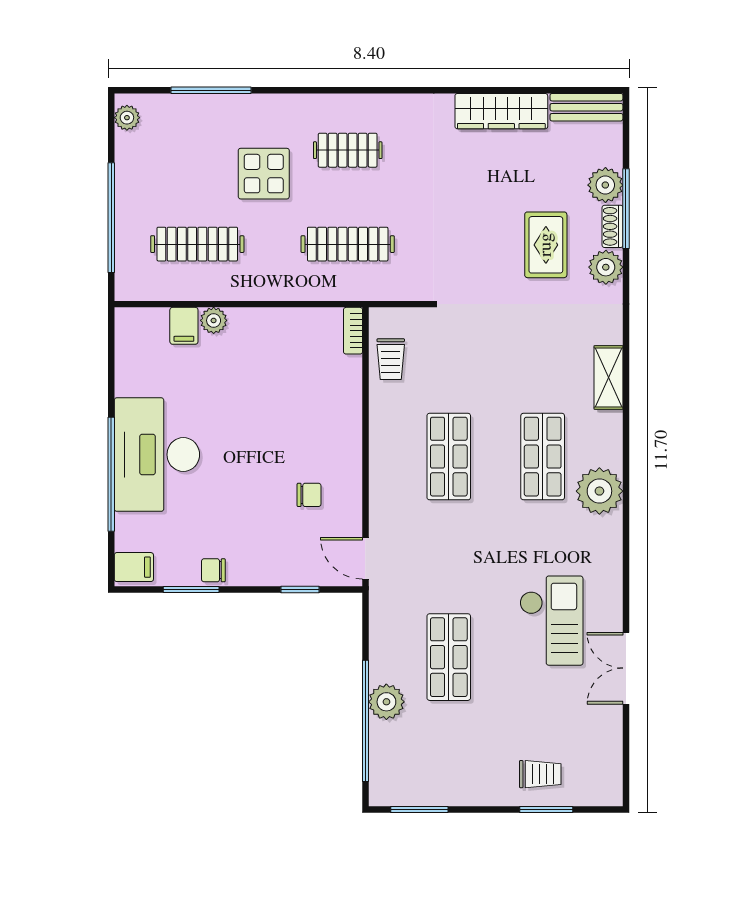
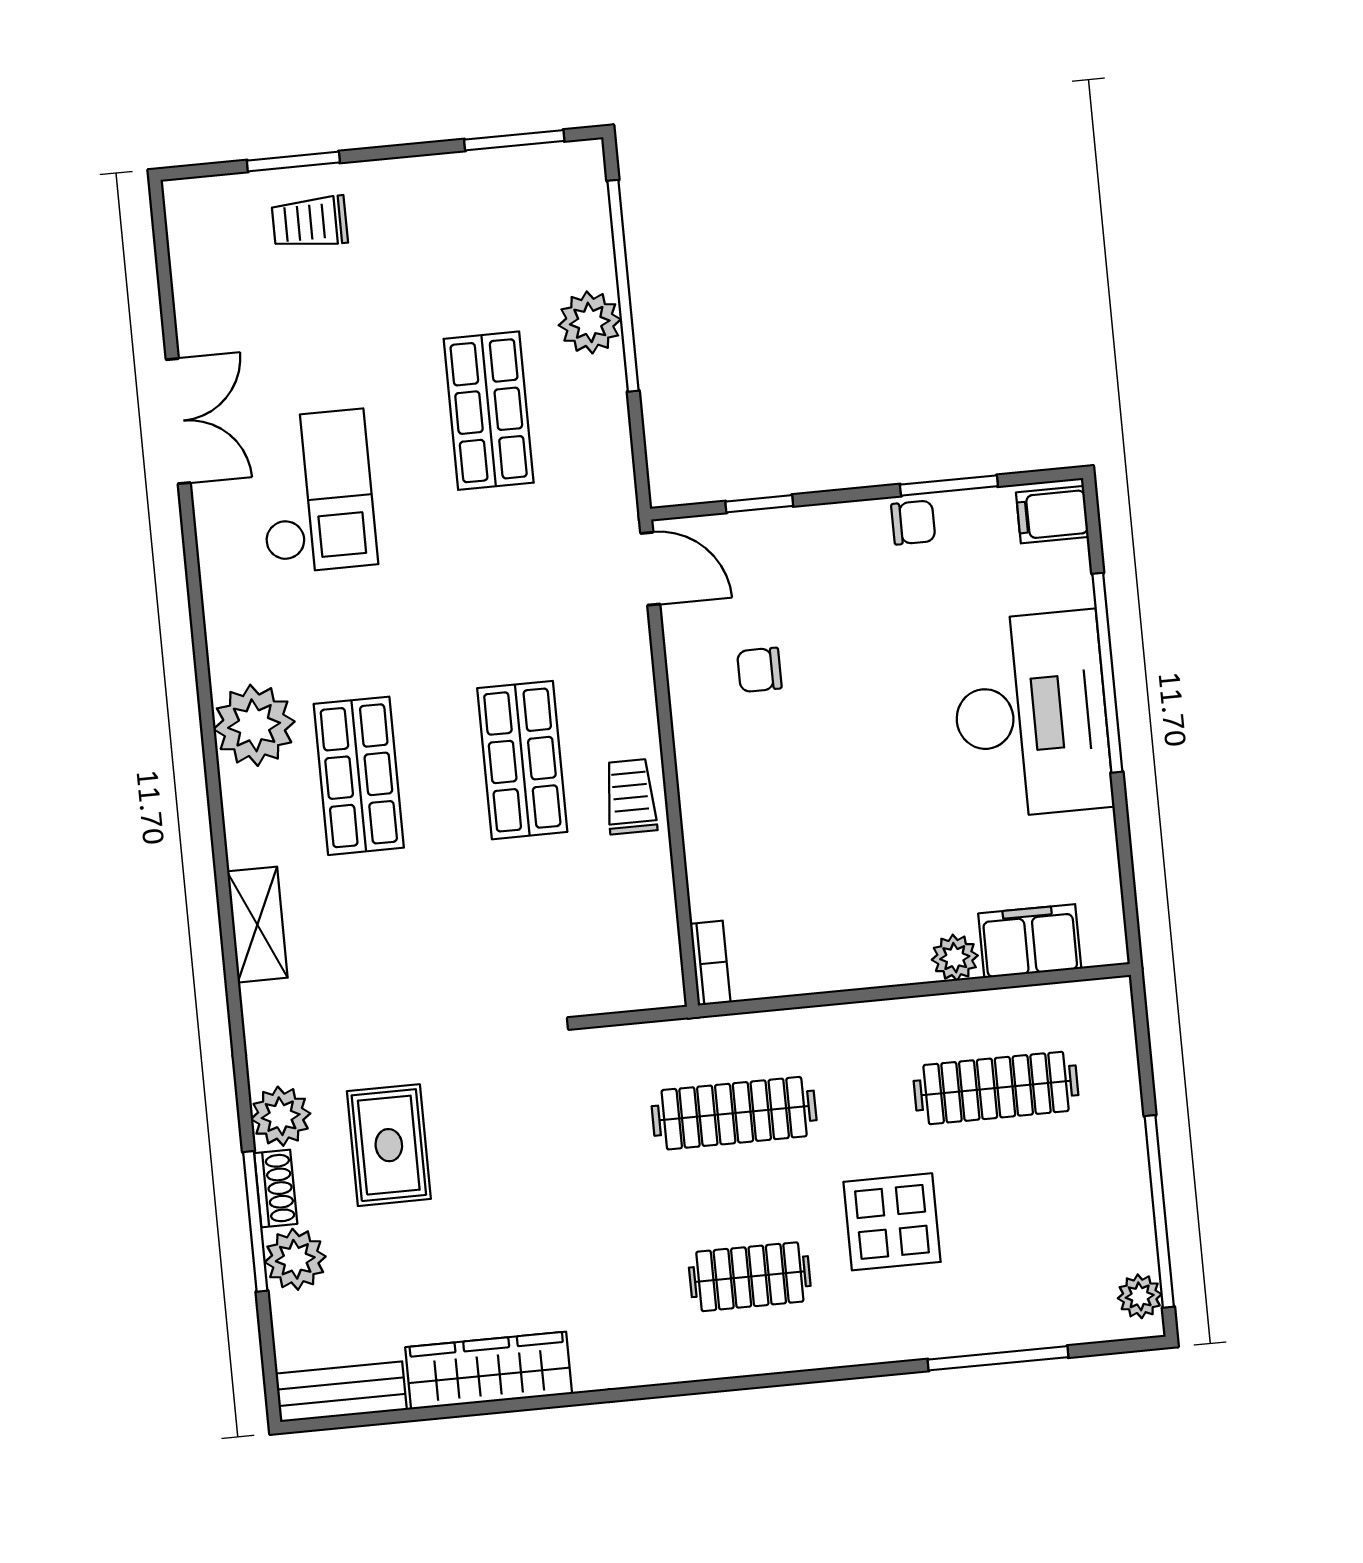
window: (111, 218) -> (1159, 1211), moved
filing cabinet: (184, 326) -> (1030, 941), width x2.00
trolley: (391, 359) -> (631, 797), moved
checkout: (551, 621) -> (316, 492), turned 180

